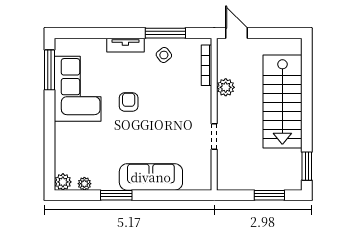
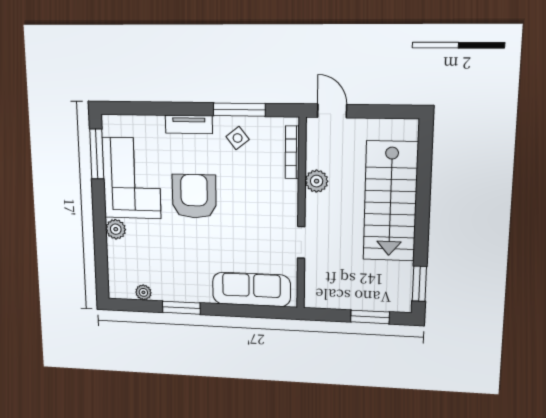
armchair: (129, 102) -> (194, 196), width x1.88, depth x1.88
sofa: (151, 177) -> (251, 289), moved
plant: (63, 182) -> (116, 229), moved

